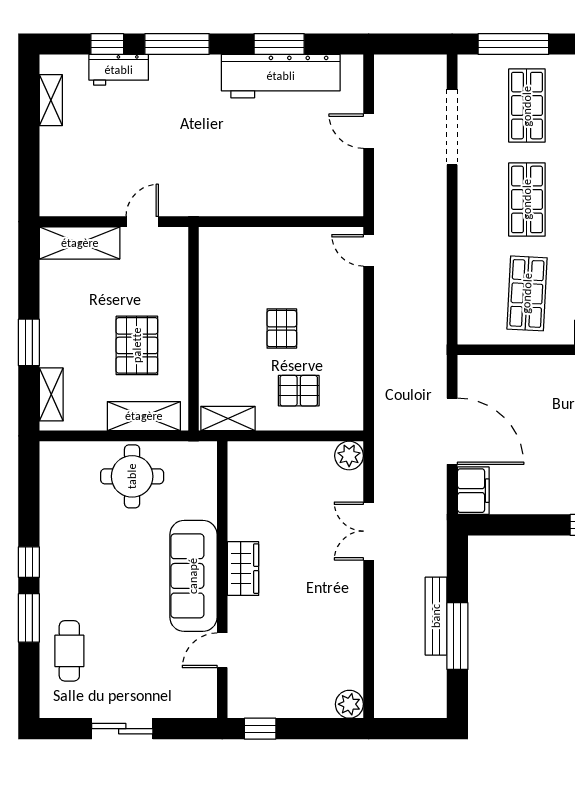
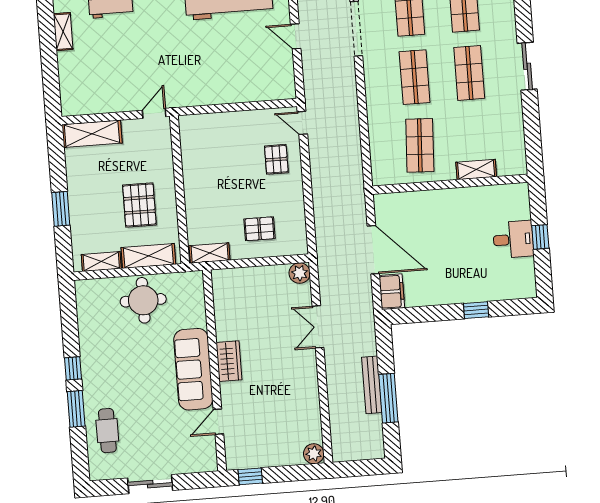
door: (142, 222) -> (154, 113), moved
pallet: (282, 329) -> (276, 159), moved
shelving: (51, 394) -> (101, 262), moved, turned 90

